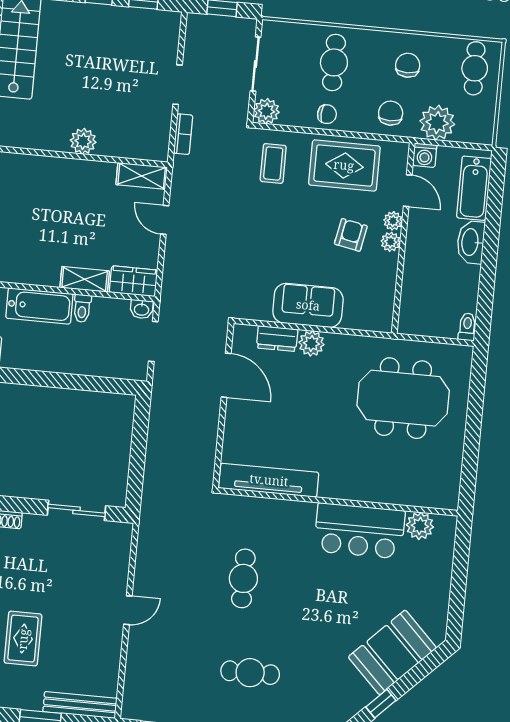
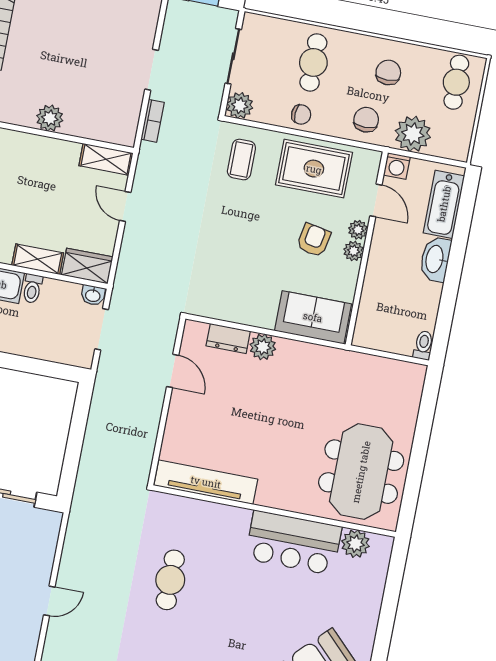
sofa: (308, 305) -> (313, 317), moved
door: (226, 375) -> (173, 371), width x0.73
meeting table: (403, 398) -> (361, 472), moved, turned 90

